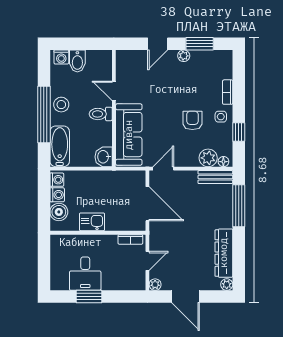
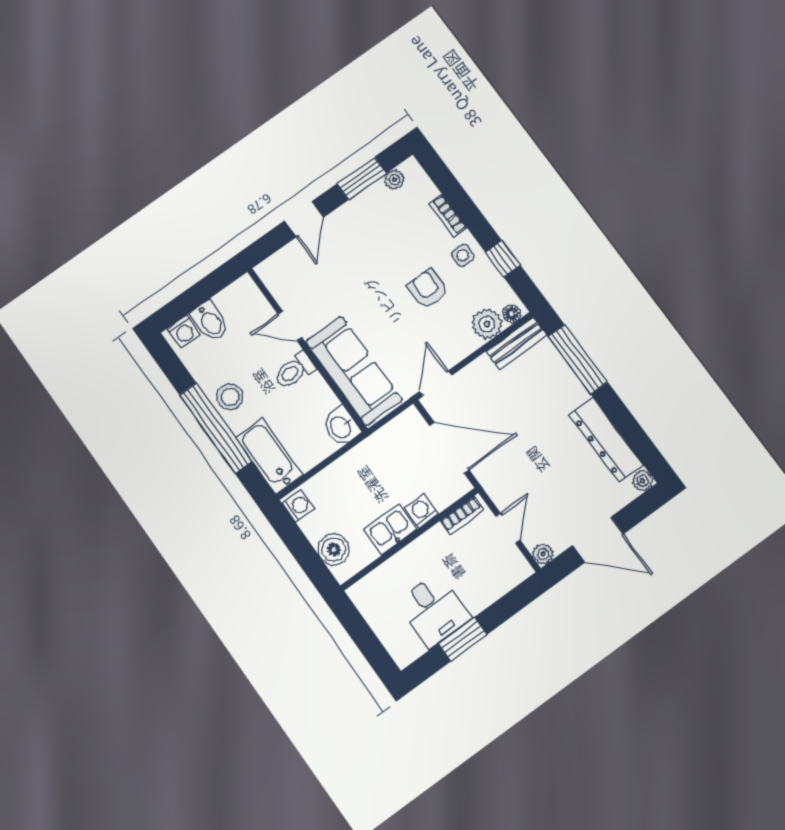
plant: (184, 56) -> (394, 180), moved
washing machine: (57, 195) -> (421, 511), moved, turned -90

